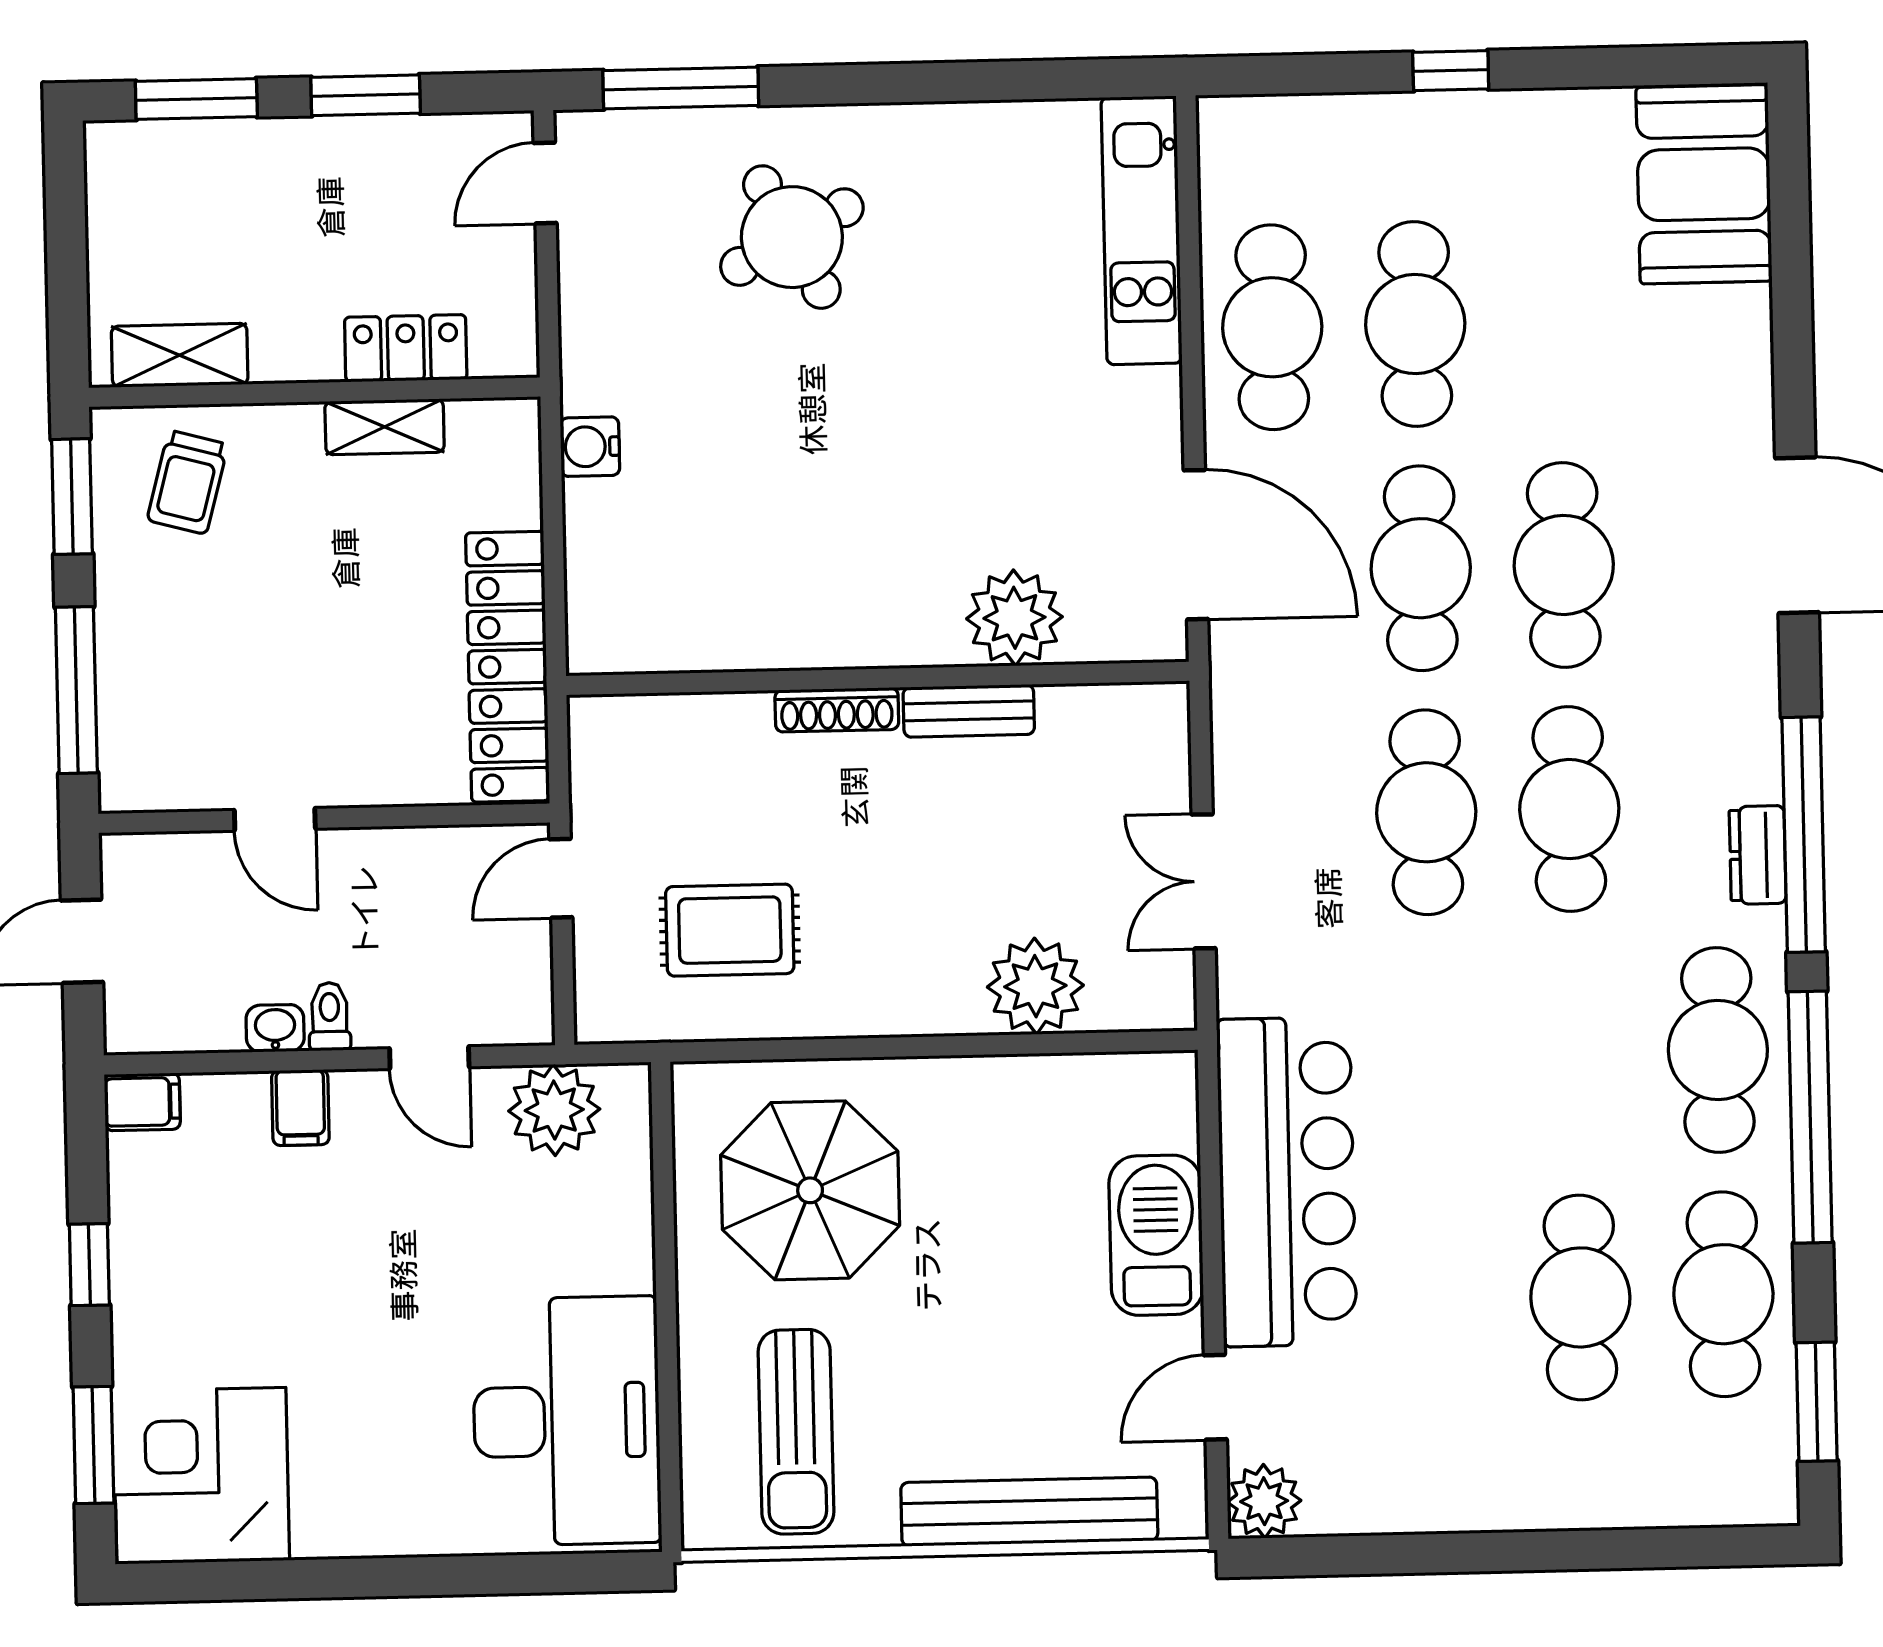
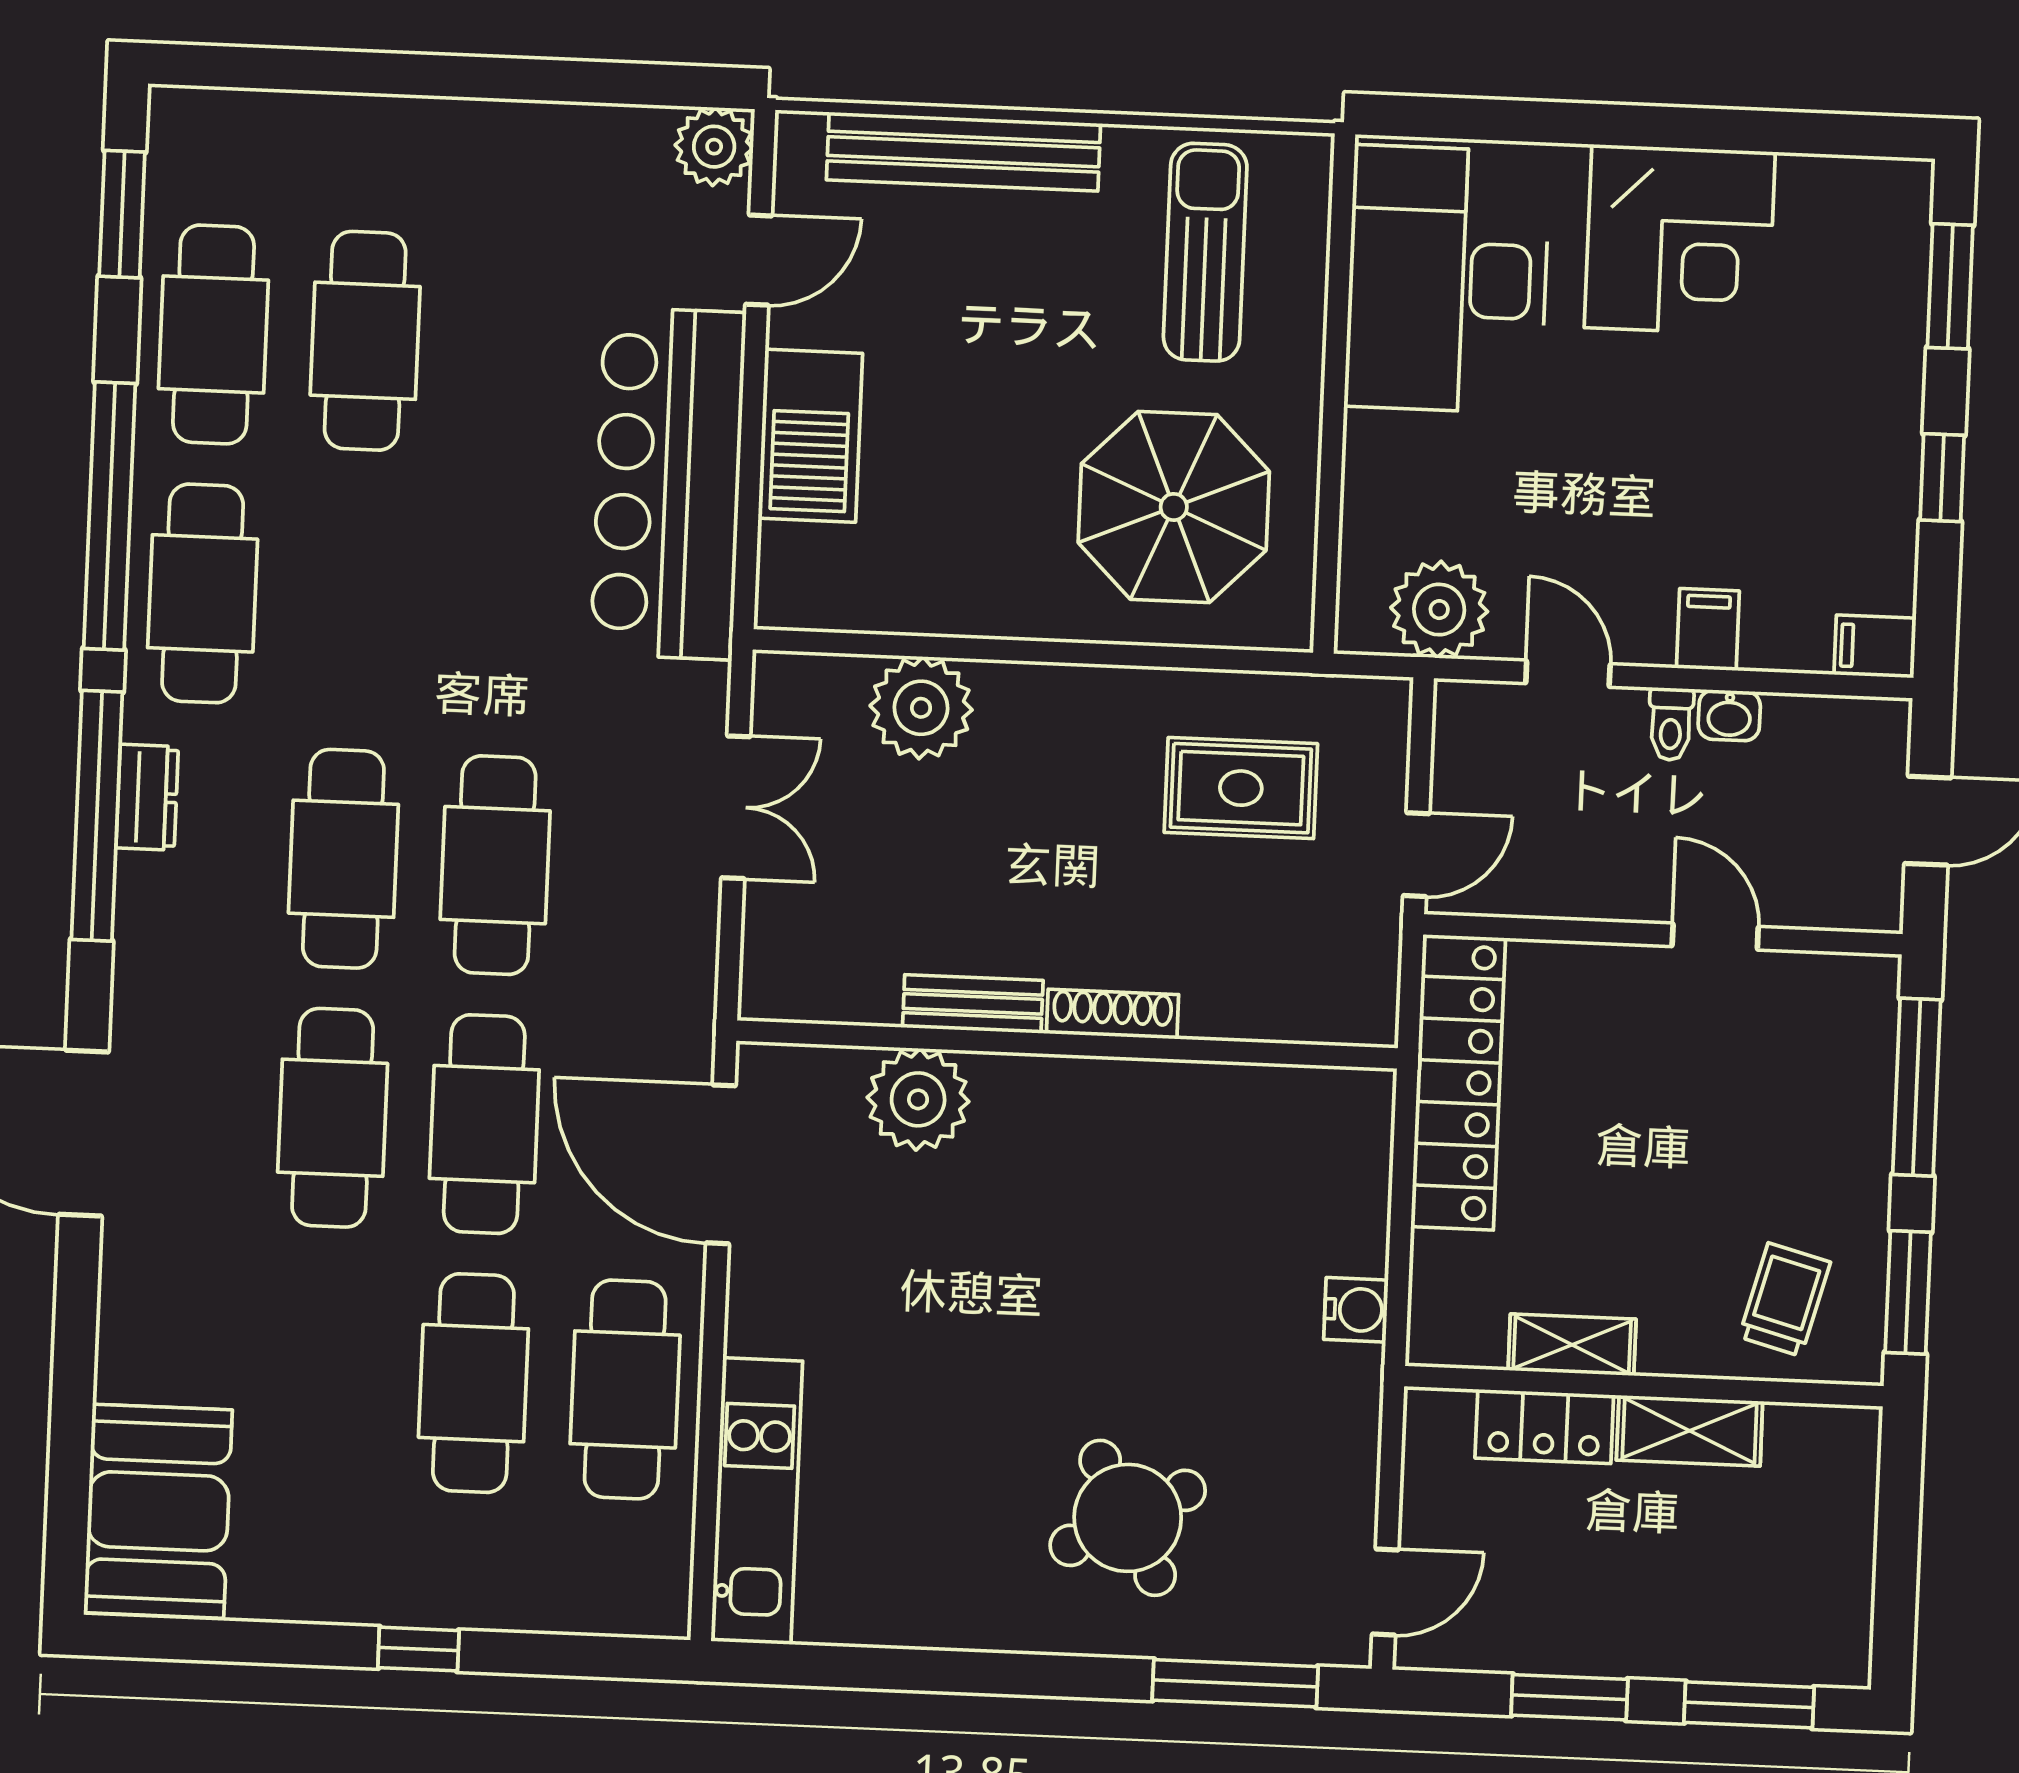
shelving: (180, 355) -> (1690, 1431), moved
corner desk: (201, 1476) -> (1680, 240), moved

